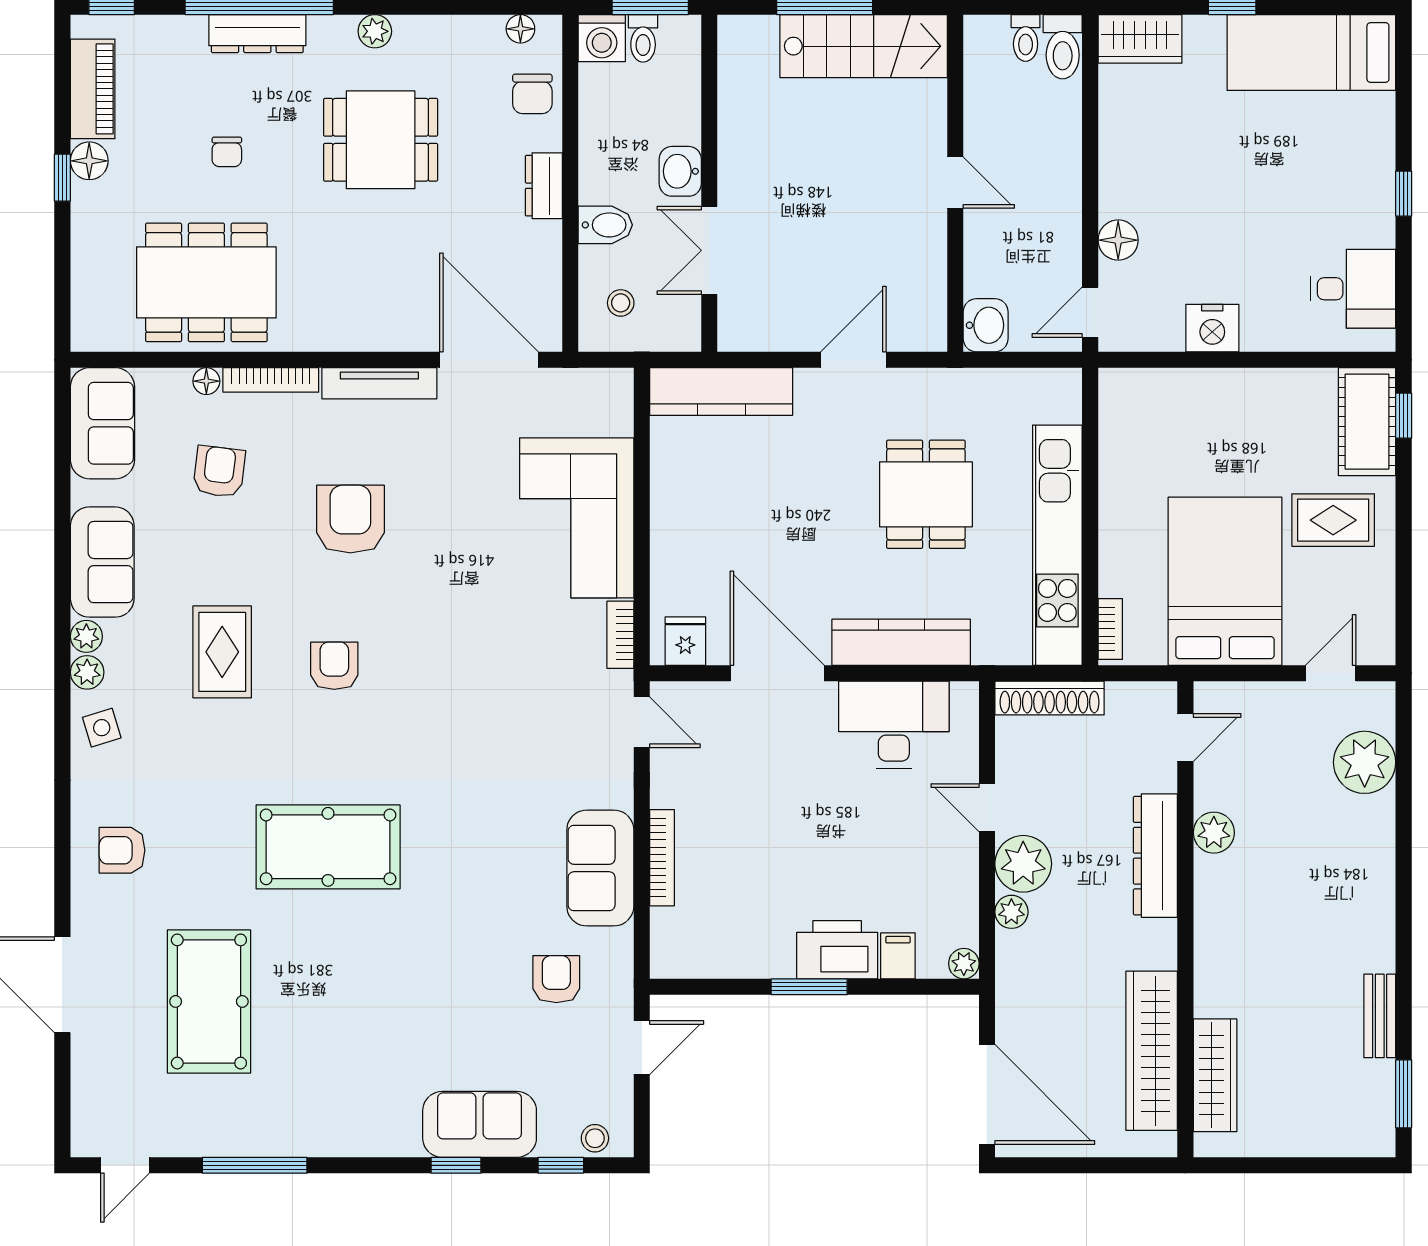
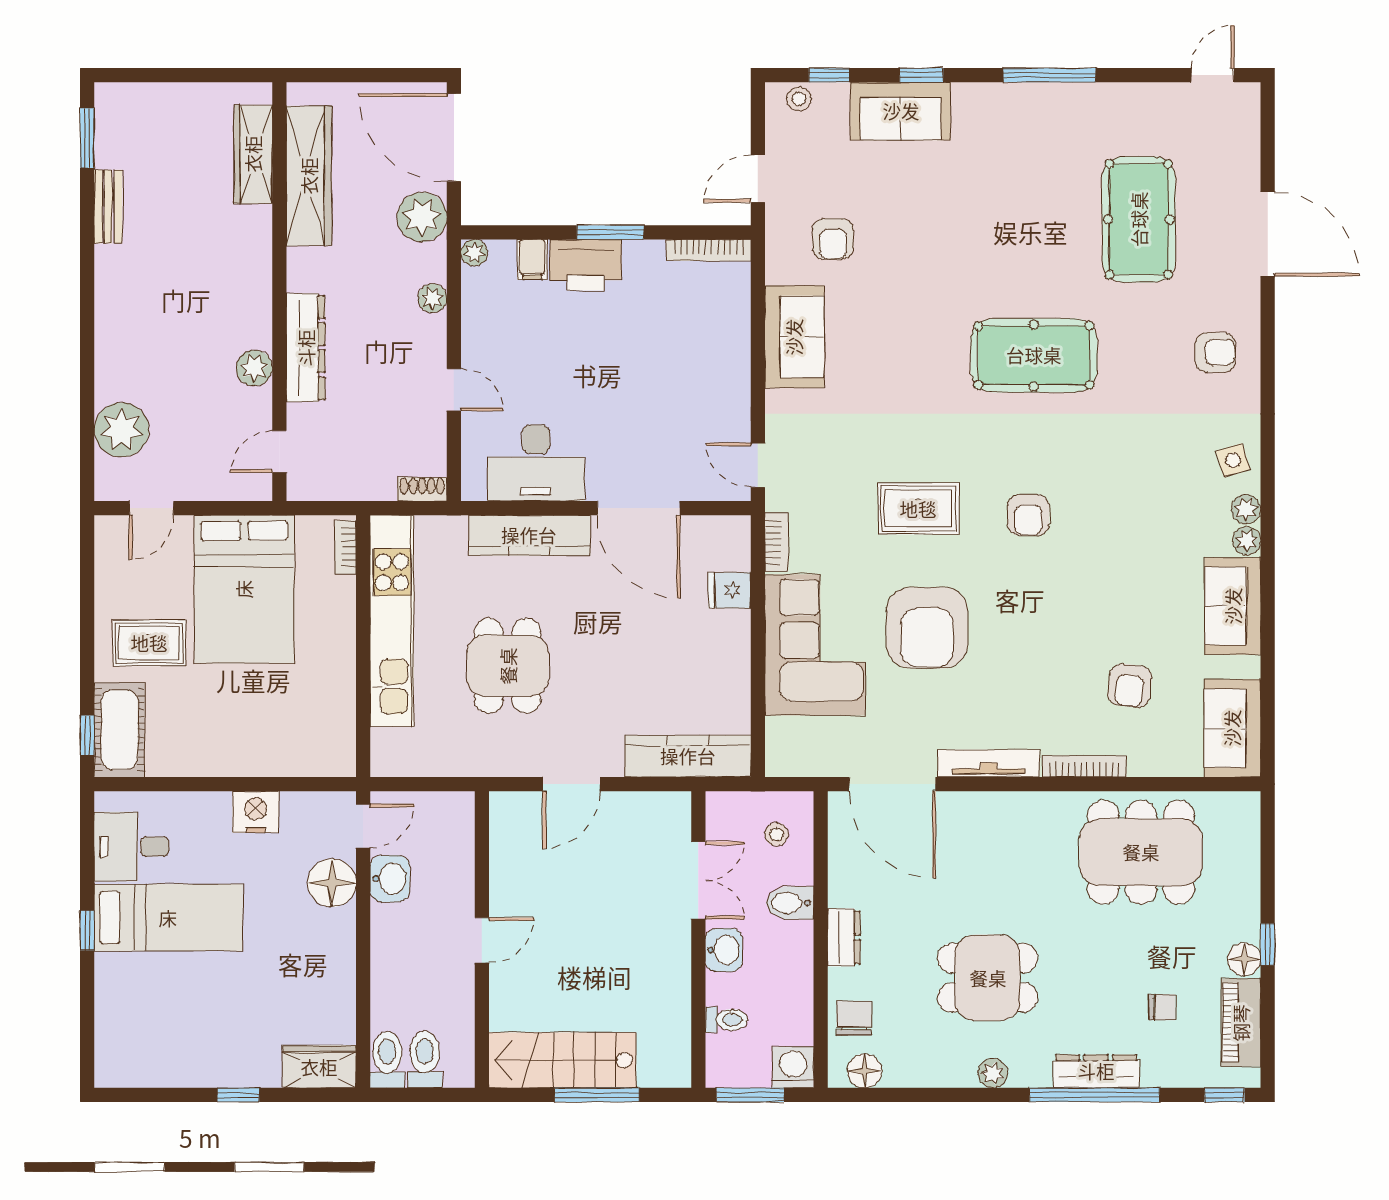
floor lamp: (520, 29) -> (865, 1071), width x1.37, depth x1.37
toilet: (643, 38) -> (726, 1020), moved, turned 90
toilet: (1026, 38) -> (425, 1059), width x1.37, depth x1.39
bed: (1311, 52) -> (168, 918), moved
chair: (227, 152) -> (1162, 1007), moved, turned 90
door: (955, 182) -> (482, 940), swing flipped
floor lamp: (1118, 240) -> (332, 883), width x1.38, depth x1.38
washbasin: (986, 325) -> (390, 879), moved, turned 180
floor lamp: (206, 381) -> (1141, 765), removed
armchair: (350, 519) -> (927, 628), moved, width x1.36, depth x1.36
fridge: (685, 641) -> (729, 590), moved, turned 90
rug: (222, 652) -> (918, 509), moved, turned 90
shoe rack: (1050, 698) -> (422, 489), width x0.51, depth x0.81
bookcase: (662, 858) -> (708, 250), moved, turned -90
plant: (1023, 864) -> (422, 217), moved
window: (255, 1165) -> (1049, 75), moved

